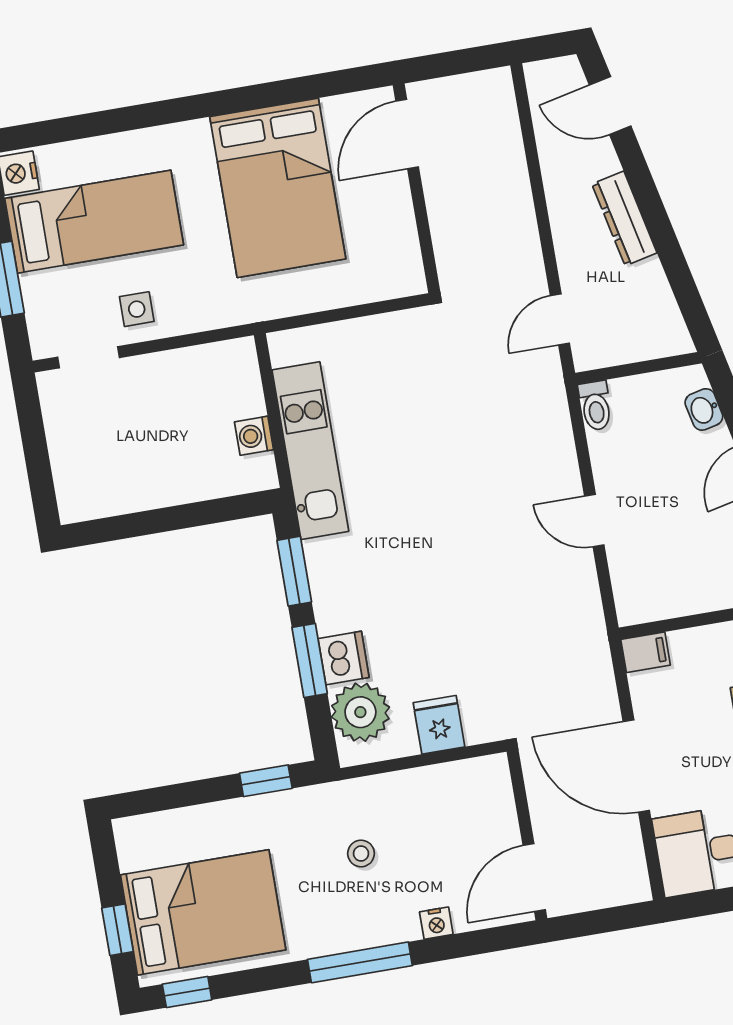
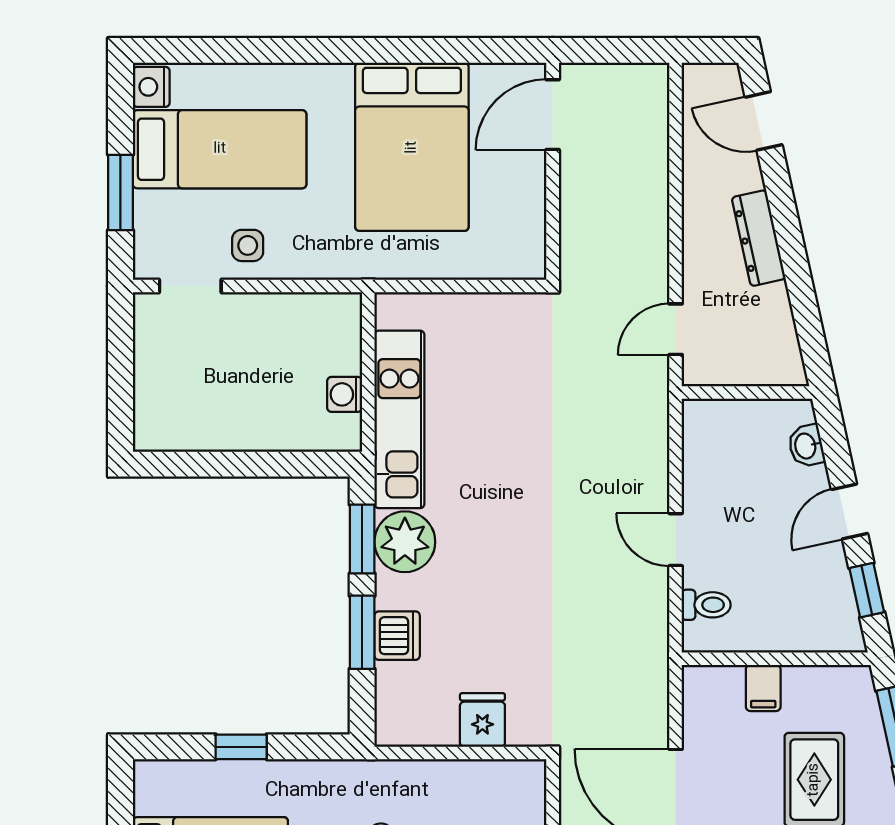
toilet: (595, 406) -> (706, 605), moved, turned -90
filing cabinet: (646, 652) -> (763, 688), moved, turned 90
plant: (360, 712) -> (405, 542), moved
window: (266, 781) -> (241, 747), moved

